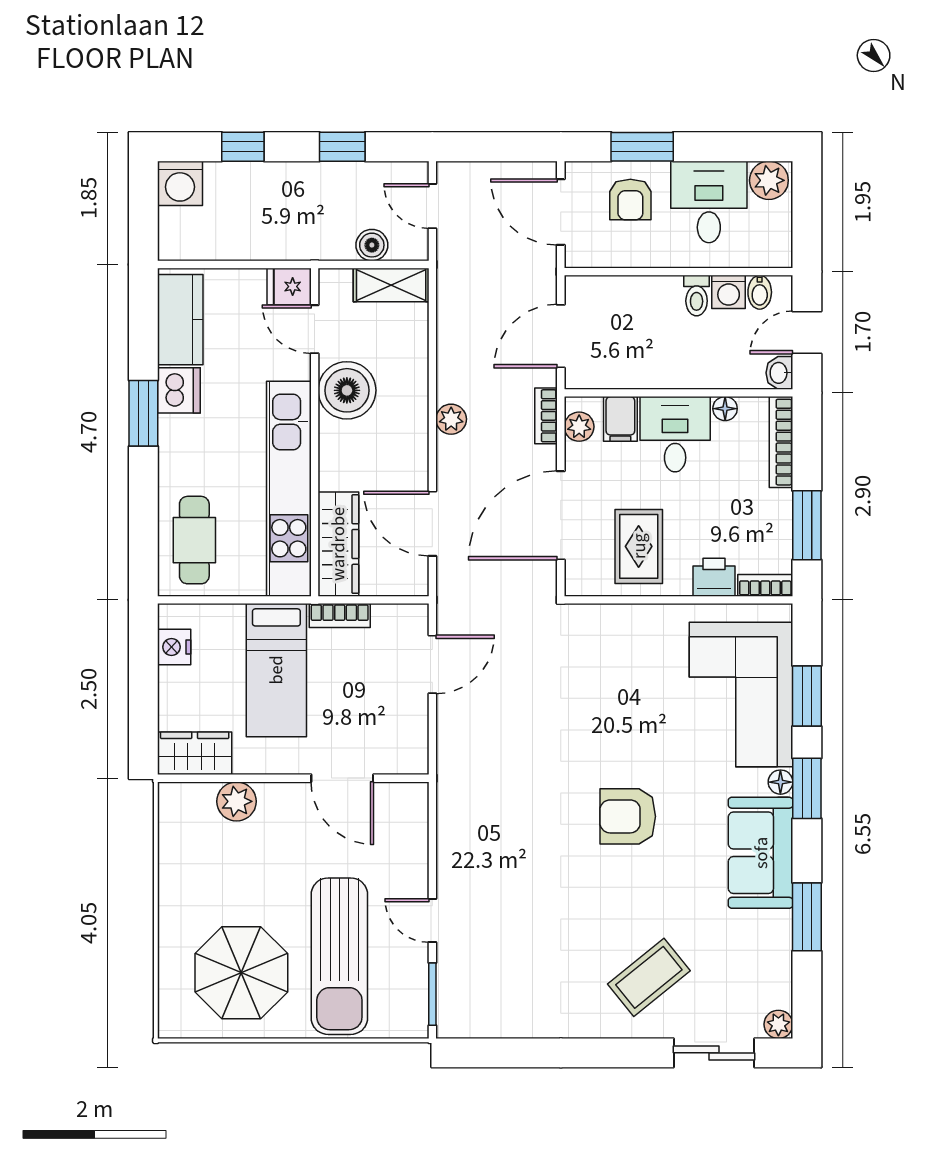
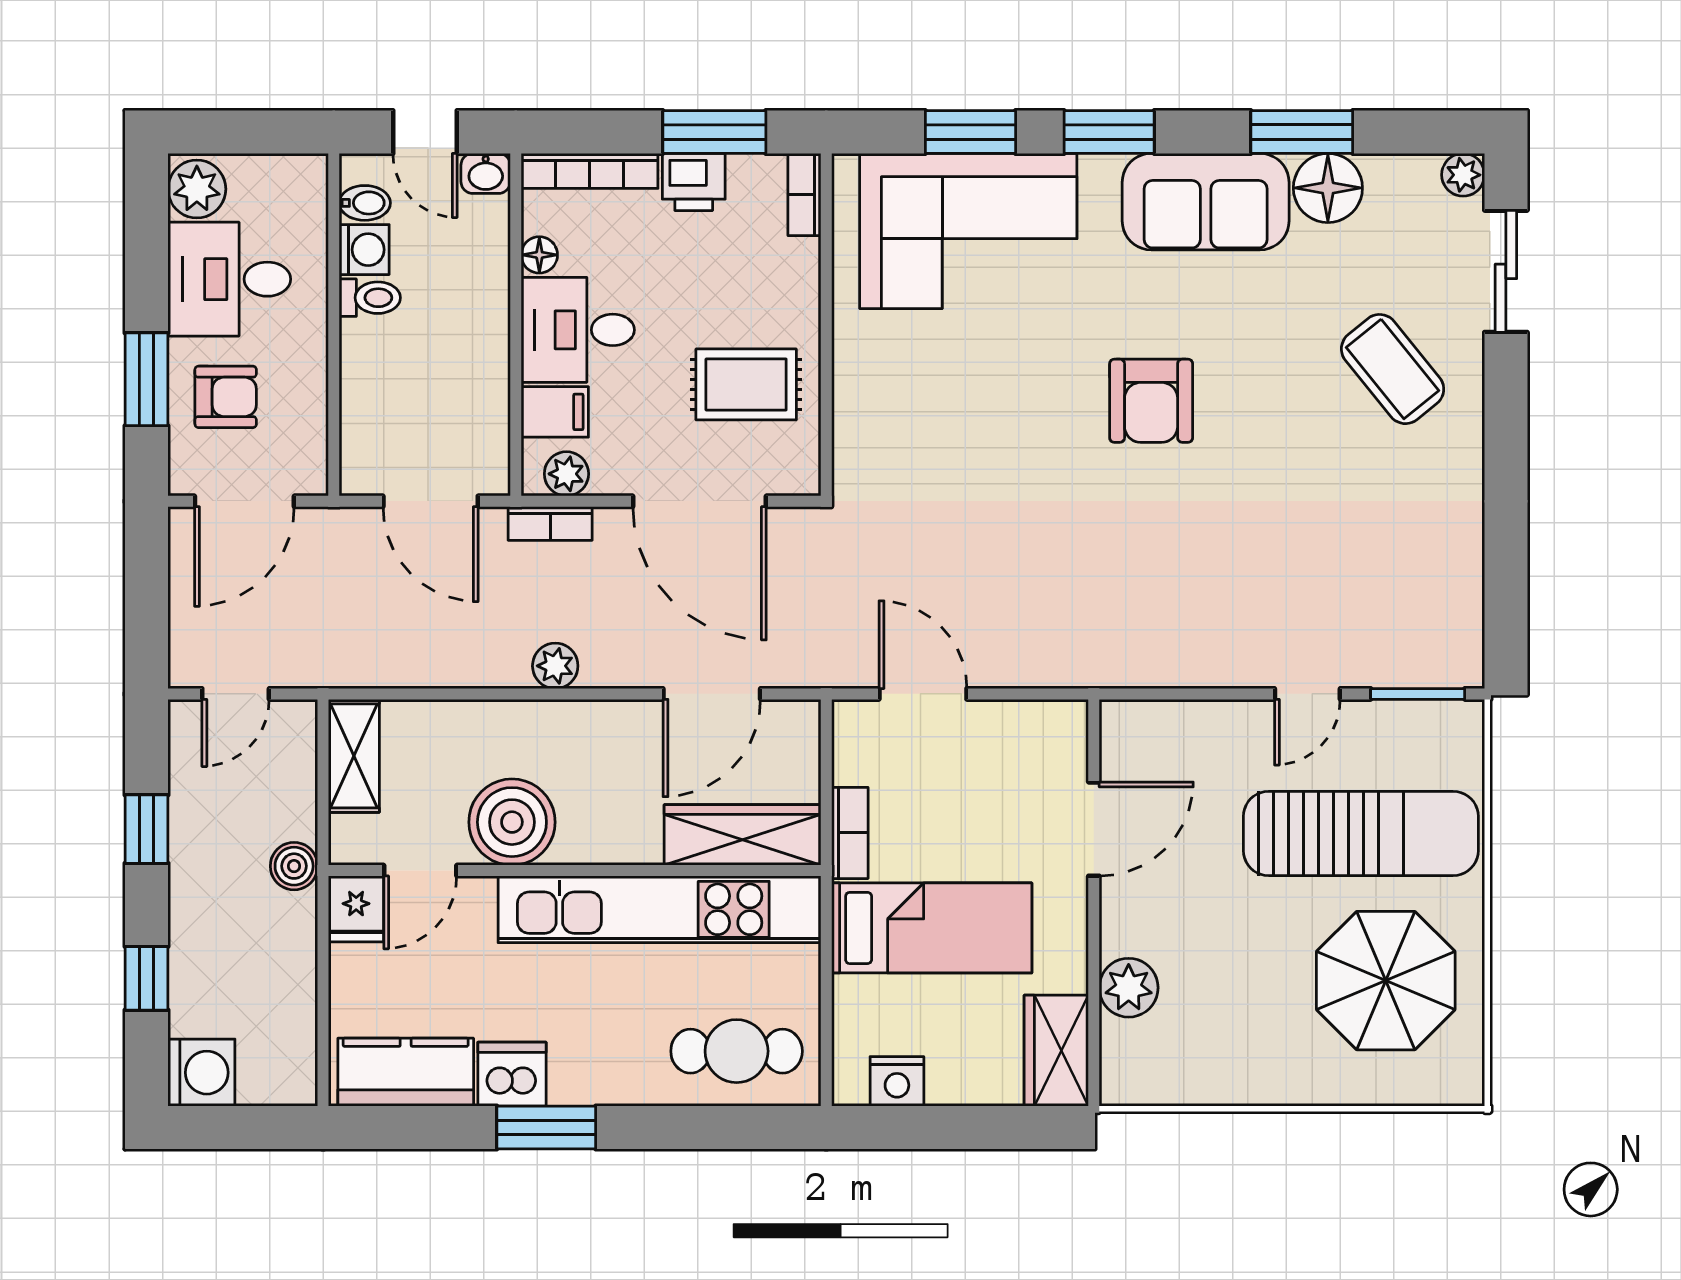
boiler: (372, 245) -> (294, 866), moved
printer: (714, 577) -> (694, 182), moved, turned -90
floor lamp: (780, 782) -> (1328, 188), moved, width x1.89, depth x1.89

